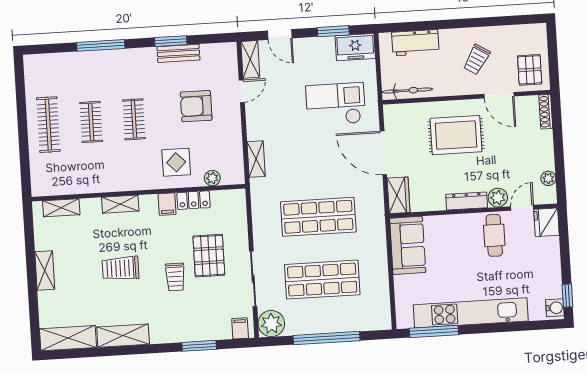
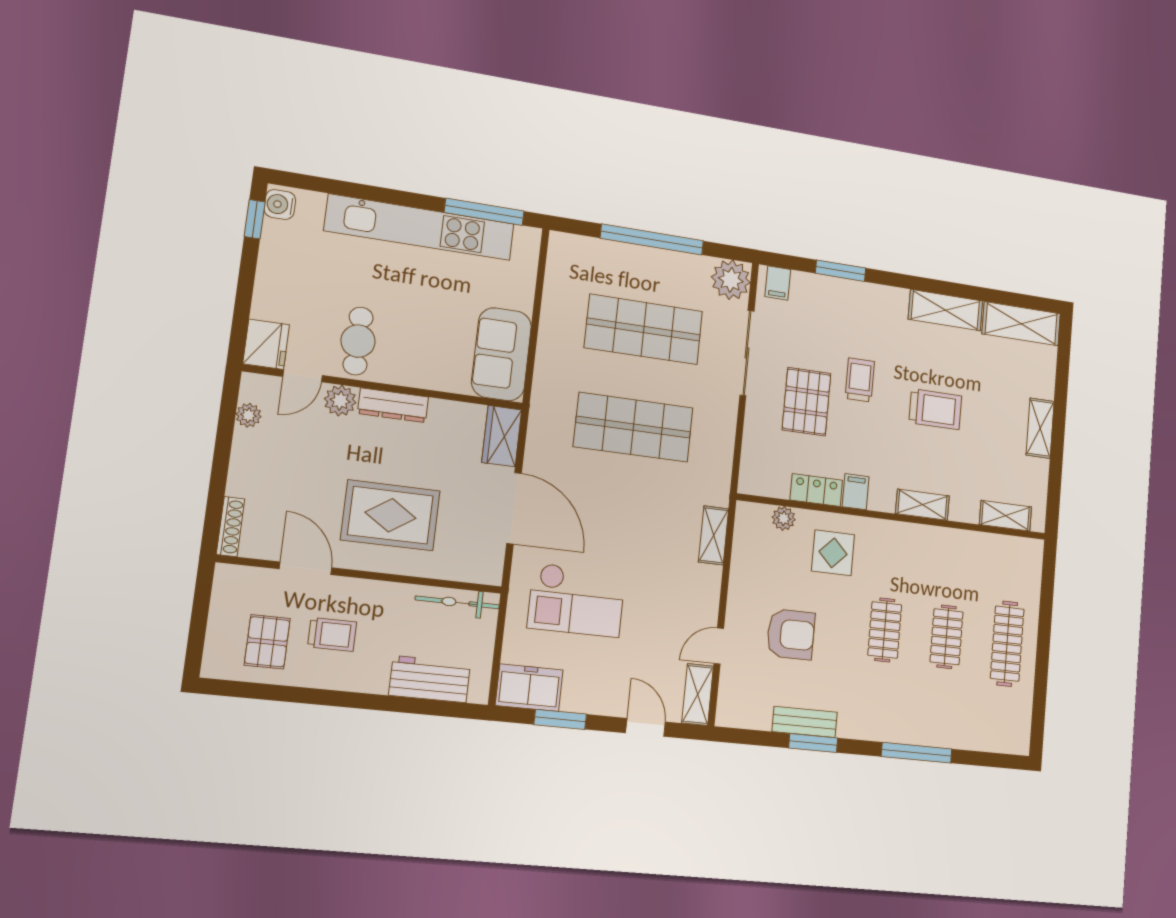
trolley: (477, 59) -> (332, 634), turned 58
pallet: (530, 70) -> (267, 642), moved

